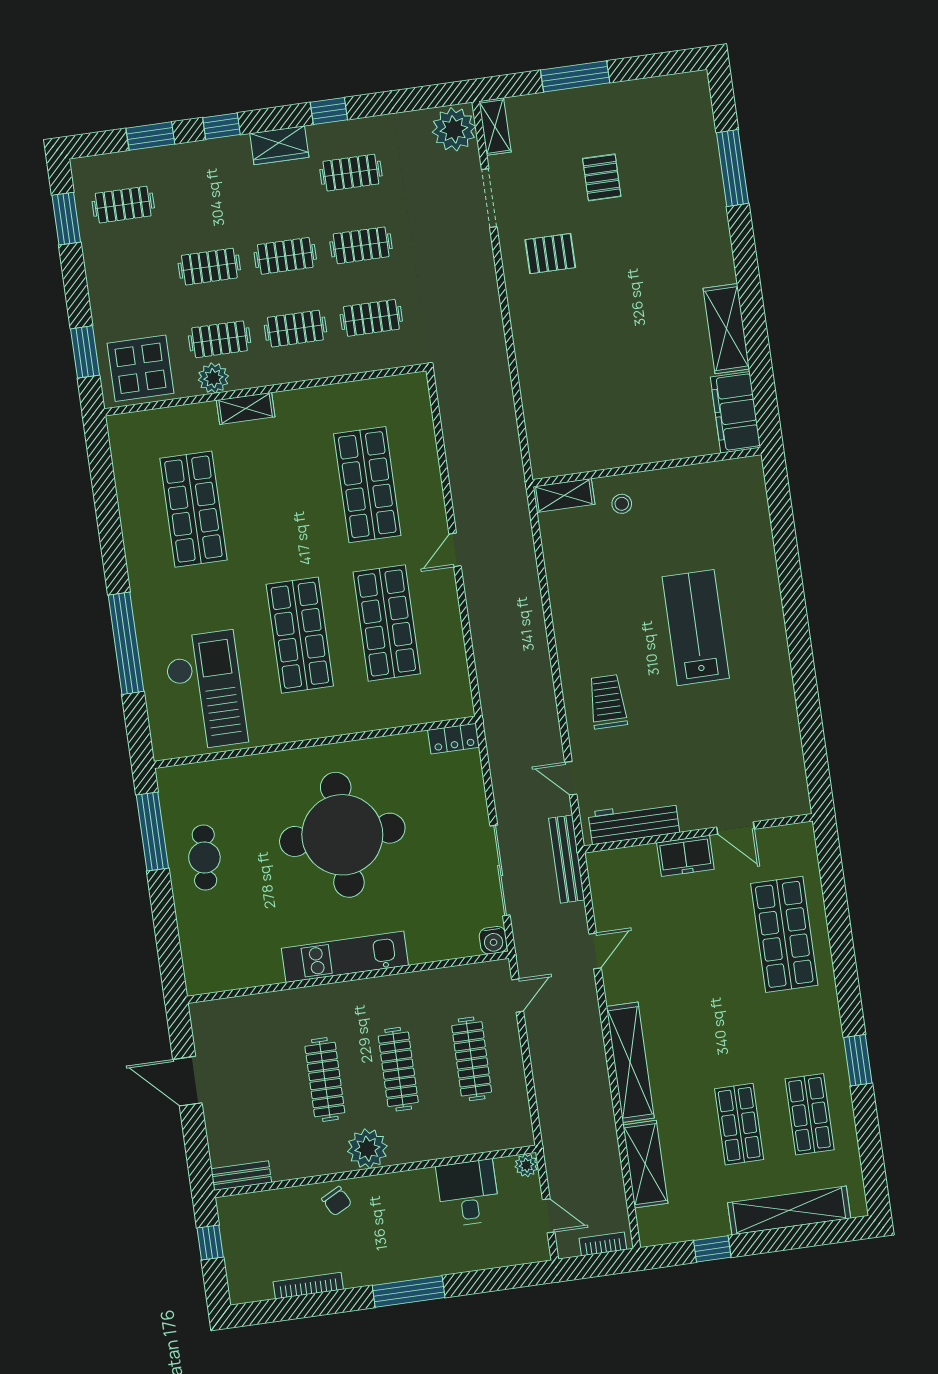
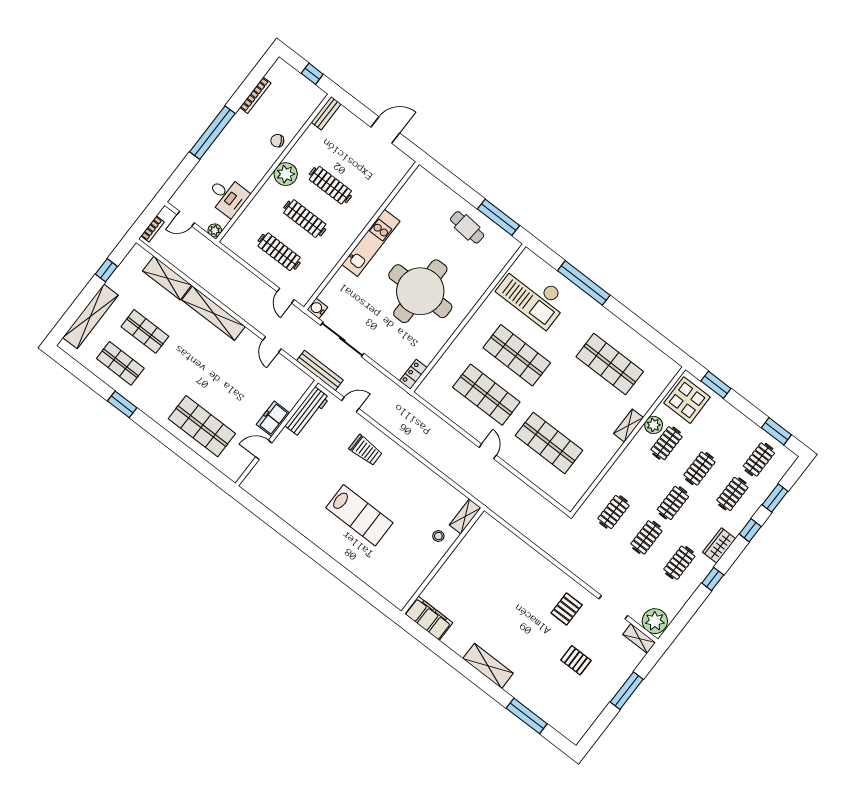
clothes rail: (295, 329) -> (732, 494), moved
shelving: (726, 329) -> (488, 666), moved
window: (409, 1292) -> (212, 133), width x1.46

